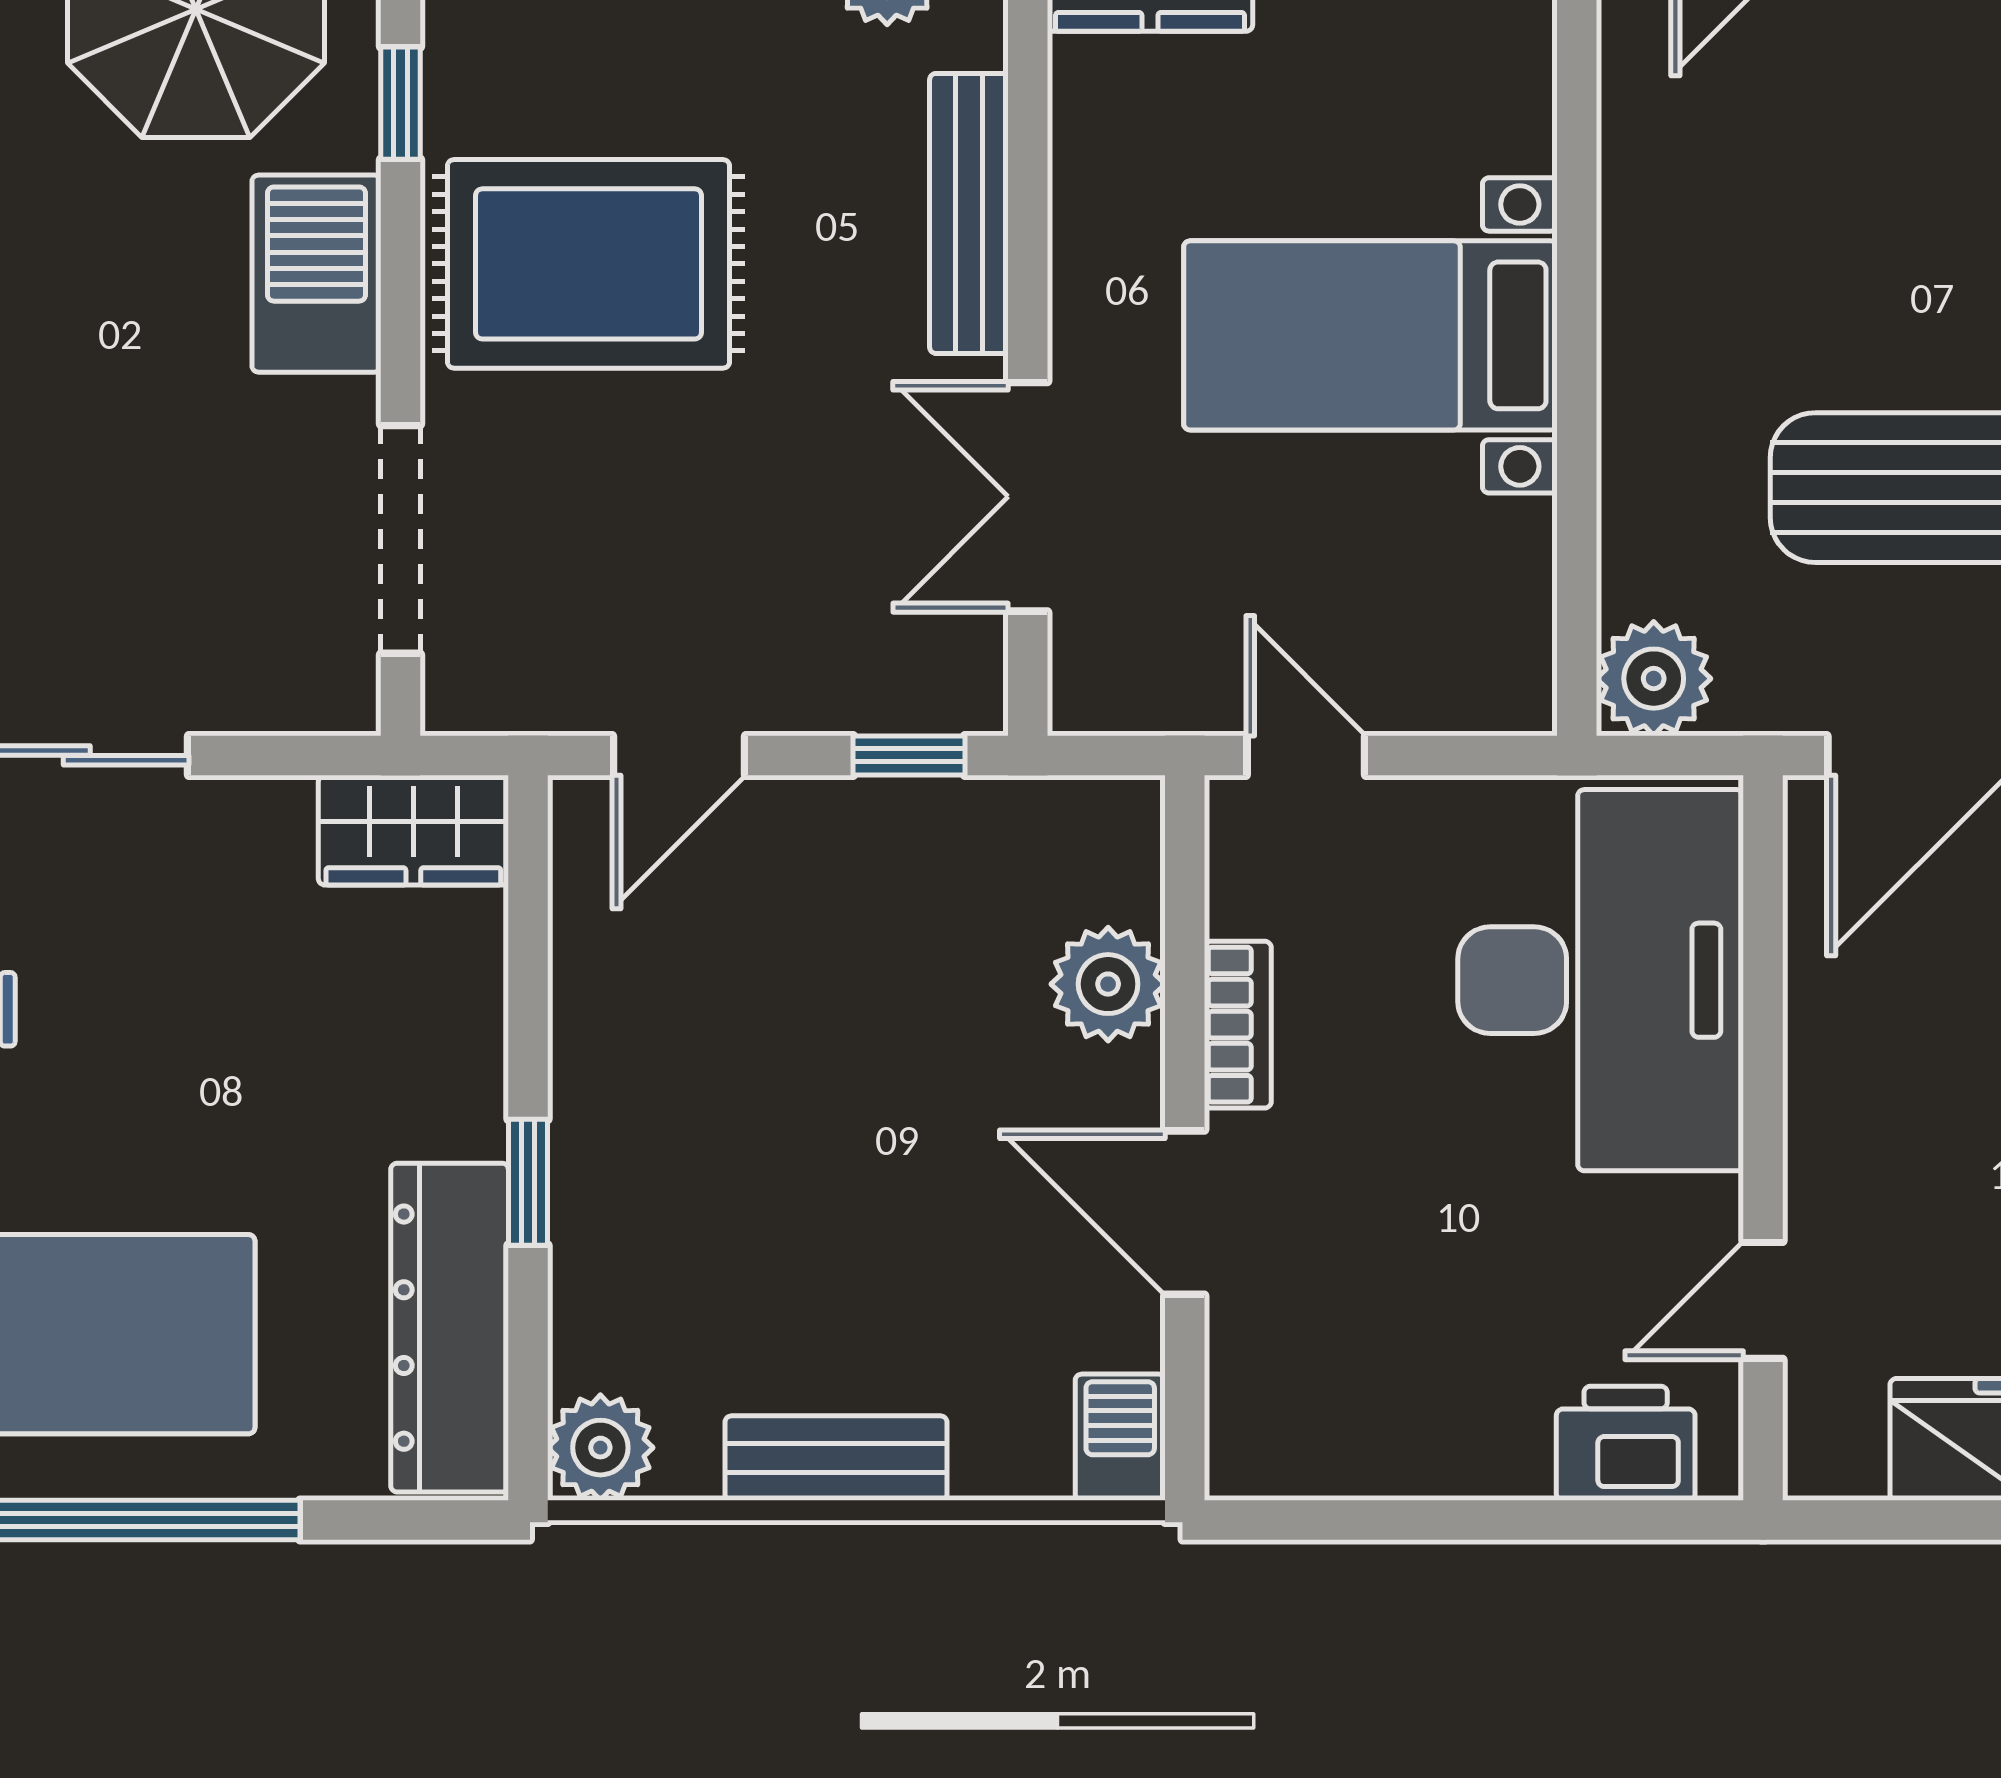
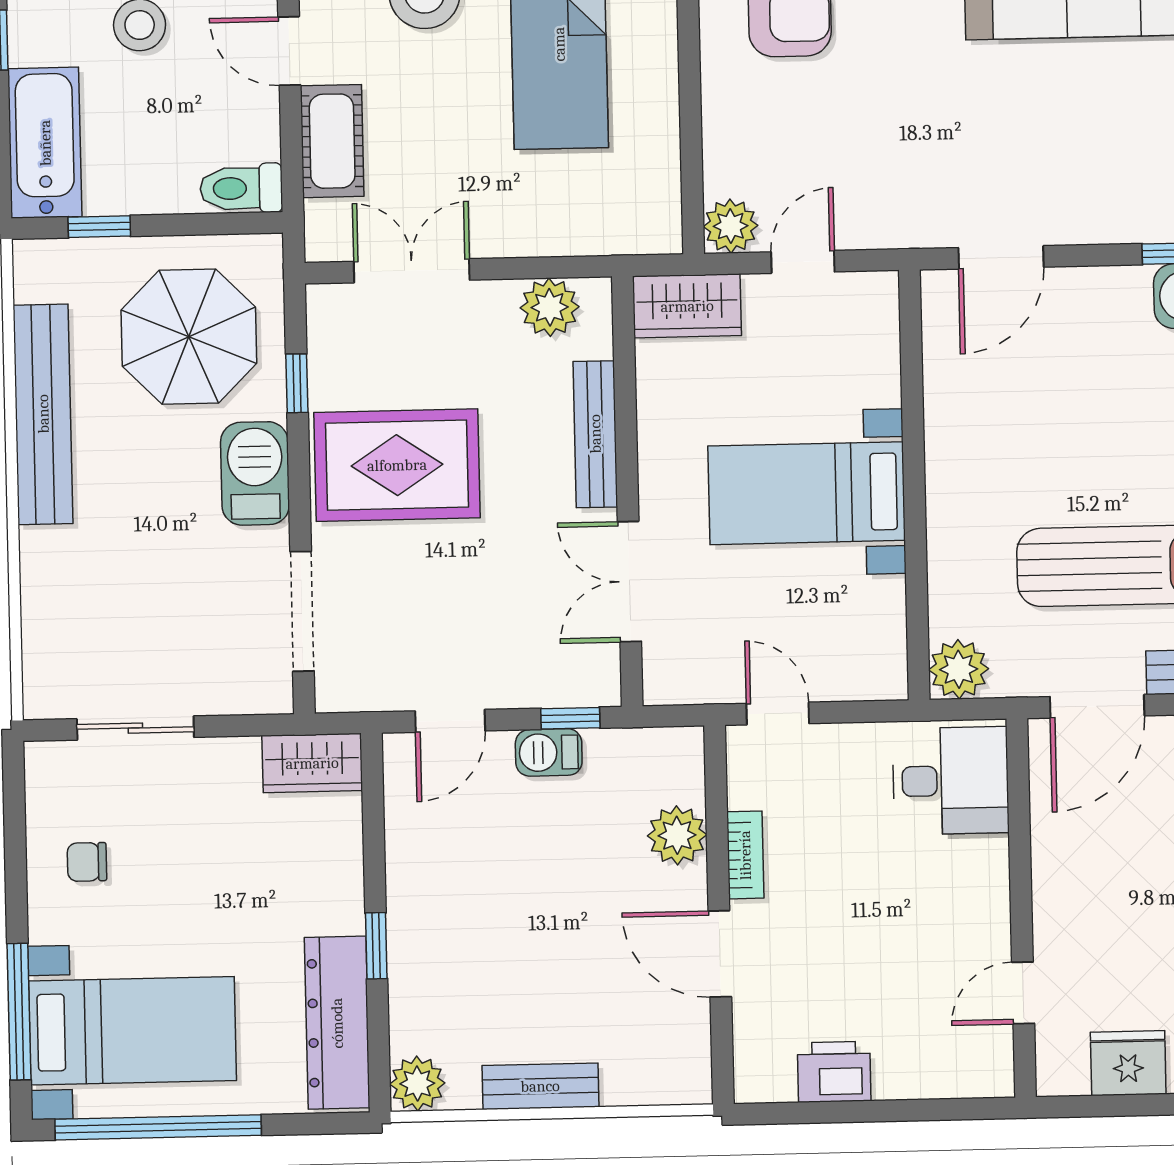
desk: (1601, 980) -> (951, 781), width x0.53, depth x0.77
barbecue: (1120, 1437) -> (549, 752), moved, turned -90
printer: (1626, 1443) -> (834, 1072), moved

